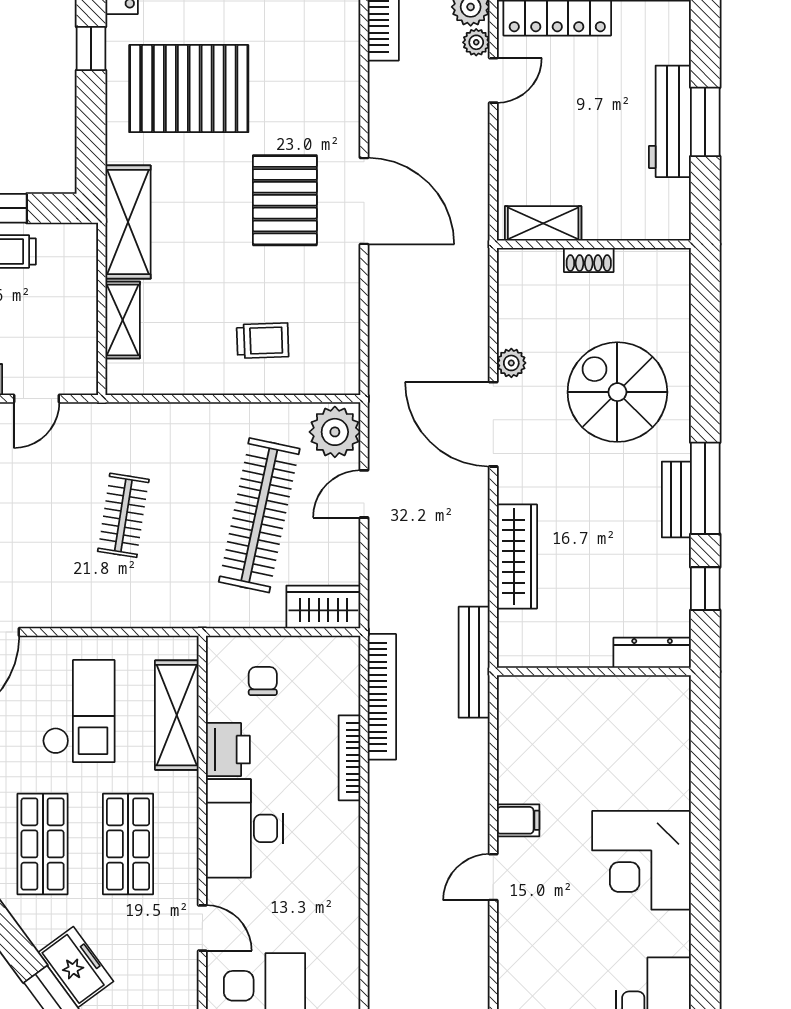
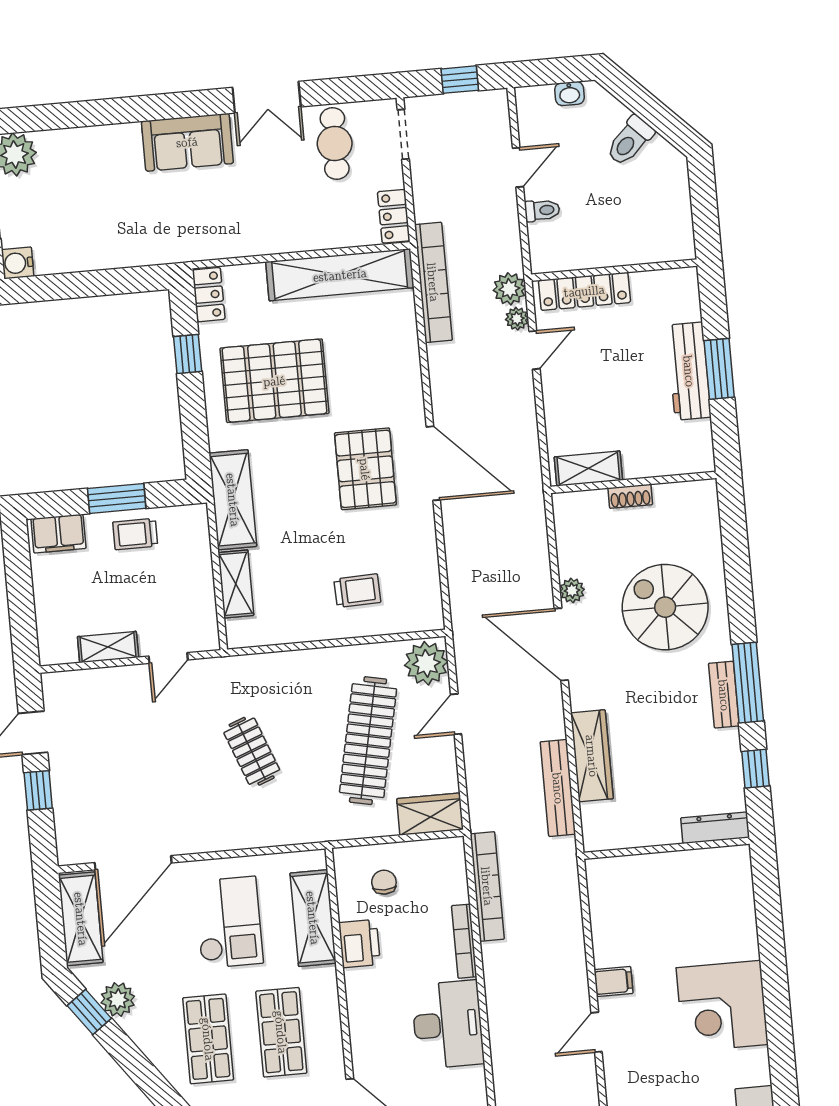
clothes rail: (123, 515) -> (252, 751), turned -30
bench: (474, 662) -> (558, 788), moved
desk: (245, 828) -> (448, 1024), moved, turned 180

